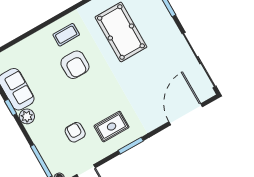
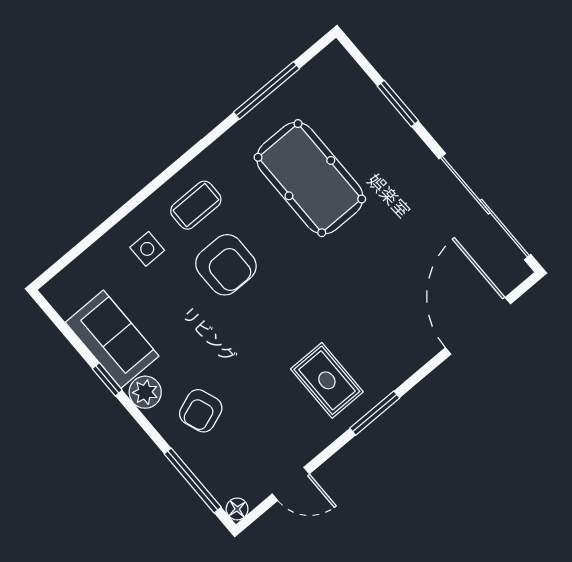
side table: (40, 51) -> (147, 249), added
rug: (112, 127) -> (327, 380), turned 90
armchair: (75, 132) -> (201, 411), moved, turned -110

